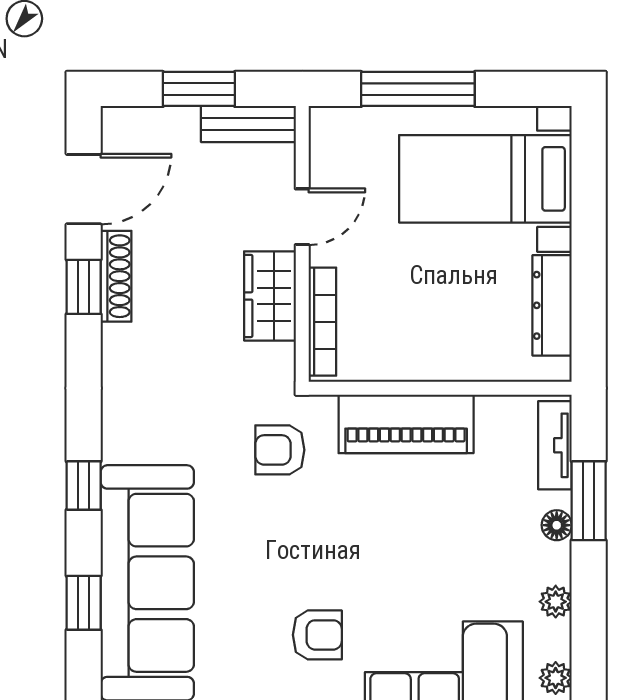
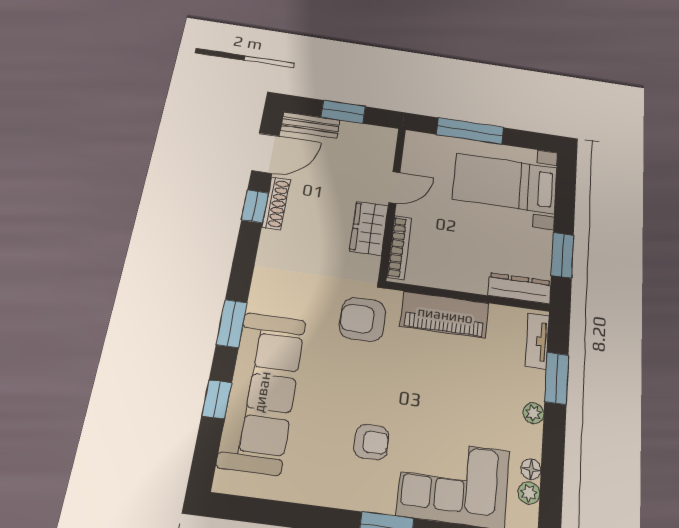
bench: (248, 124) -> (310, 125), moved
window: (589, 294) -> (562, 255), added
dresser: (552, 305) -> (519, 288), moved, turned 90
armchair: (280, 450) -> (363, 319), width x1.38, depth x1.38
window: (84, 486) -> (232, 324), width x1.50
floor lamp: (557, 525) -> (531, 469), moved
plant: (556, 602) -> (533, 413), moved

